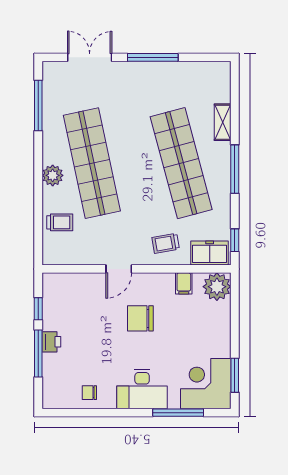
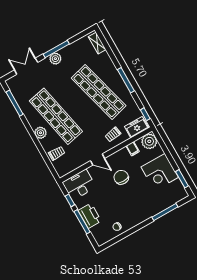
plant: (143, 72) -> (55, 59), added
shelving: (223, 122) -> (97, 43), moved
door: (119, 269) -> (97, 159), hinge flipped
chair: (140, 318) -> (121, 177), turned 90
printer: (51, 342) -> (90, 216), width x1.87, depth x1.48
corner desk: (206, 384) -> (160, 172), moved, turned -90
desk: (142, 389) -> (79, 185), moved, turned 180

